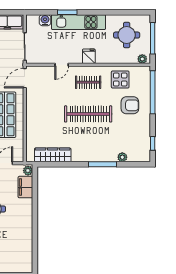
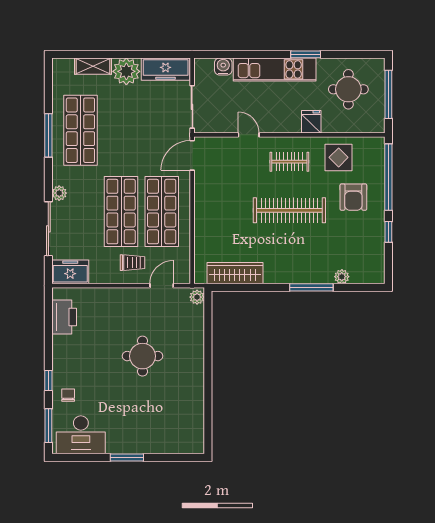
window: (67, 12) -> (306, 54), moved
fridge: (89, 56) -> (311, 122), moved
plant: (142, 59) -> (372, 126), removed
door: (62, 65) -> (249, 135), swing flipped
armchair: (130, 105) -> (353, 197), turned 90
window: (153, 143) -> (388, 232), moved
filing cabinet: (25, 187) -> (193, 322), removed

